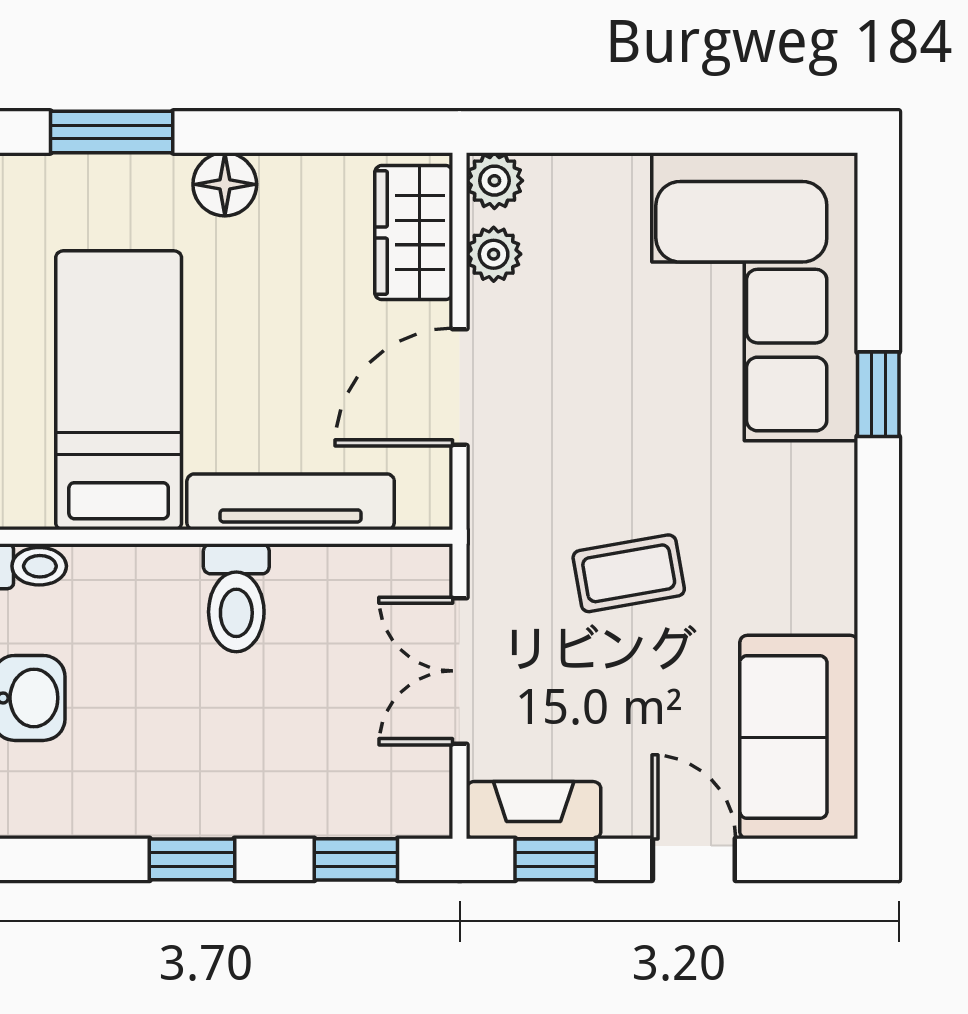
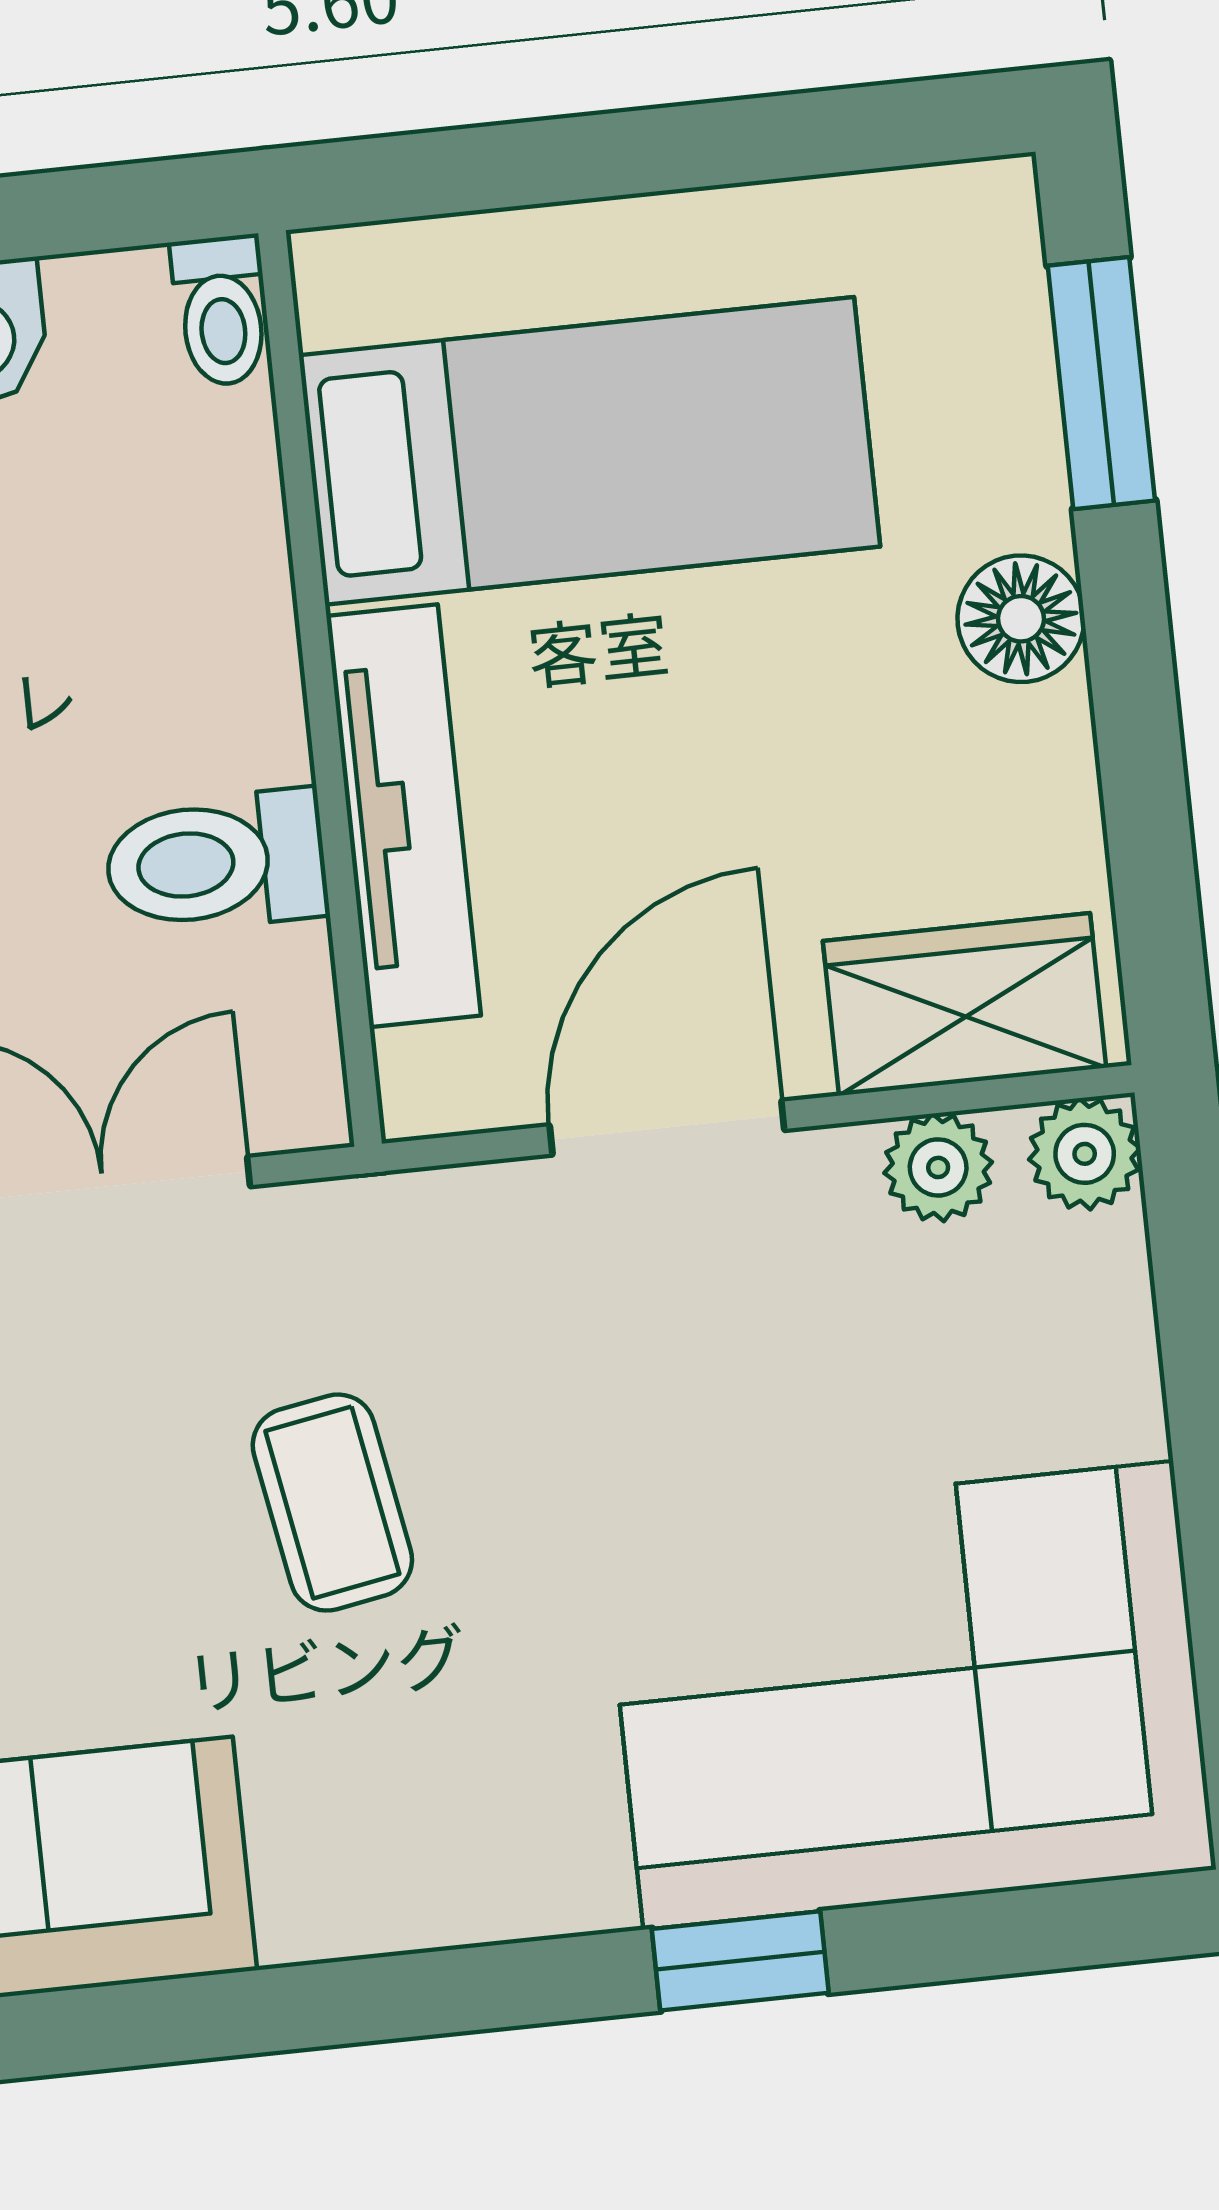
door: (460, 387) -> (667, 1128), hinge flipped
toilet: (236, 598) -> (216, 862), moved

